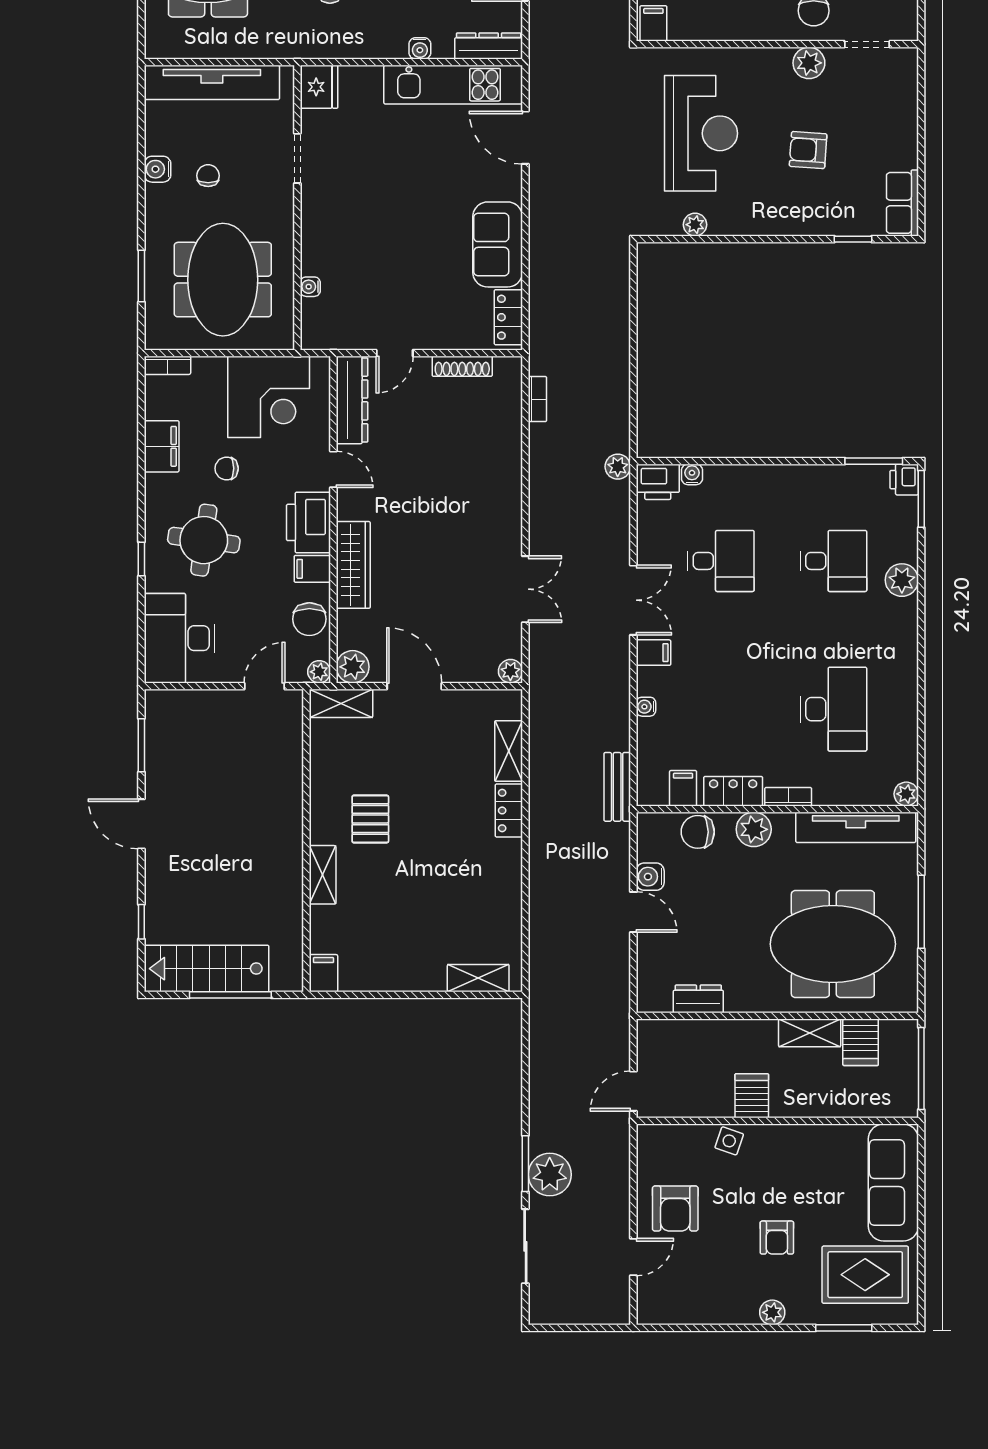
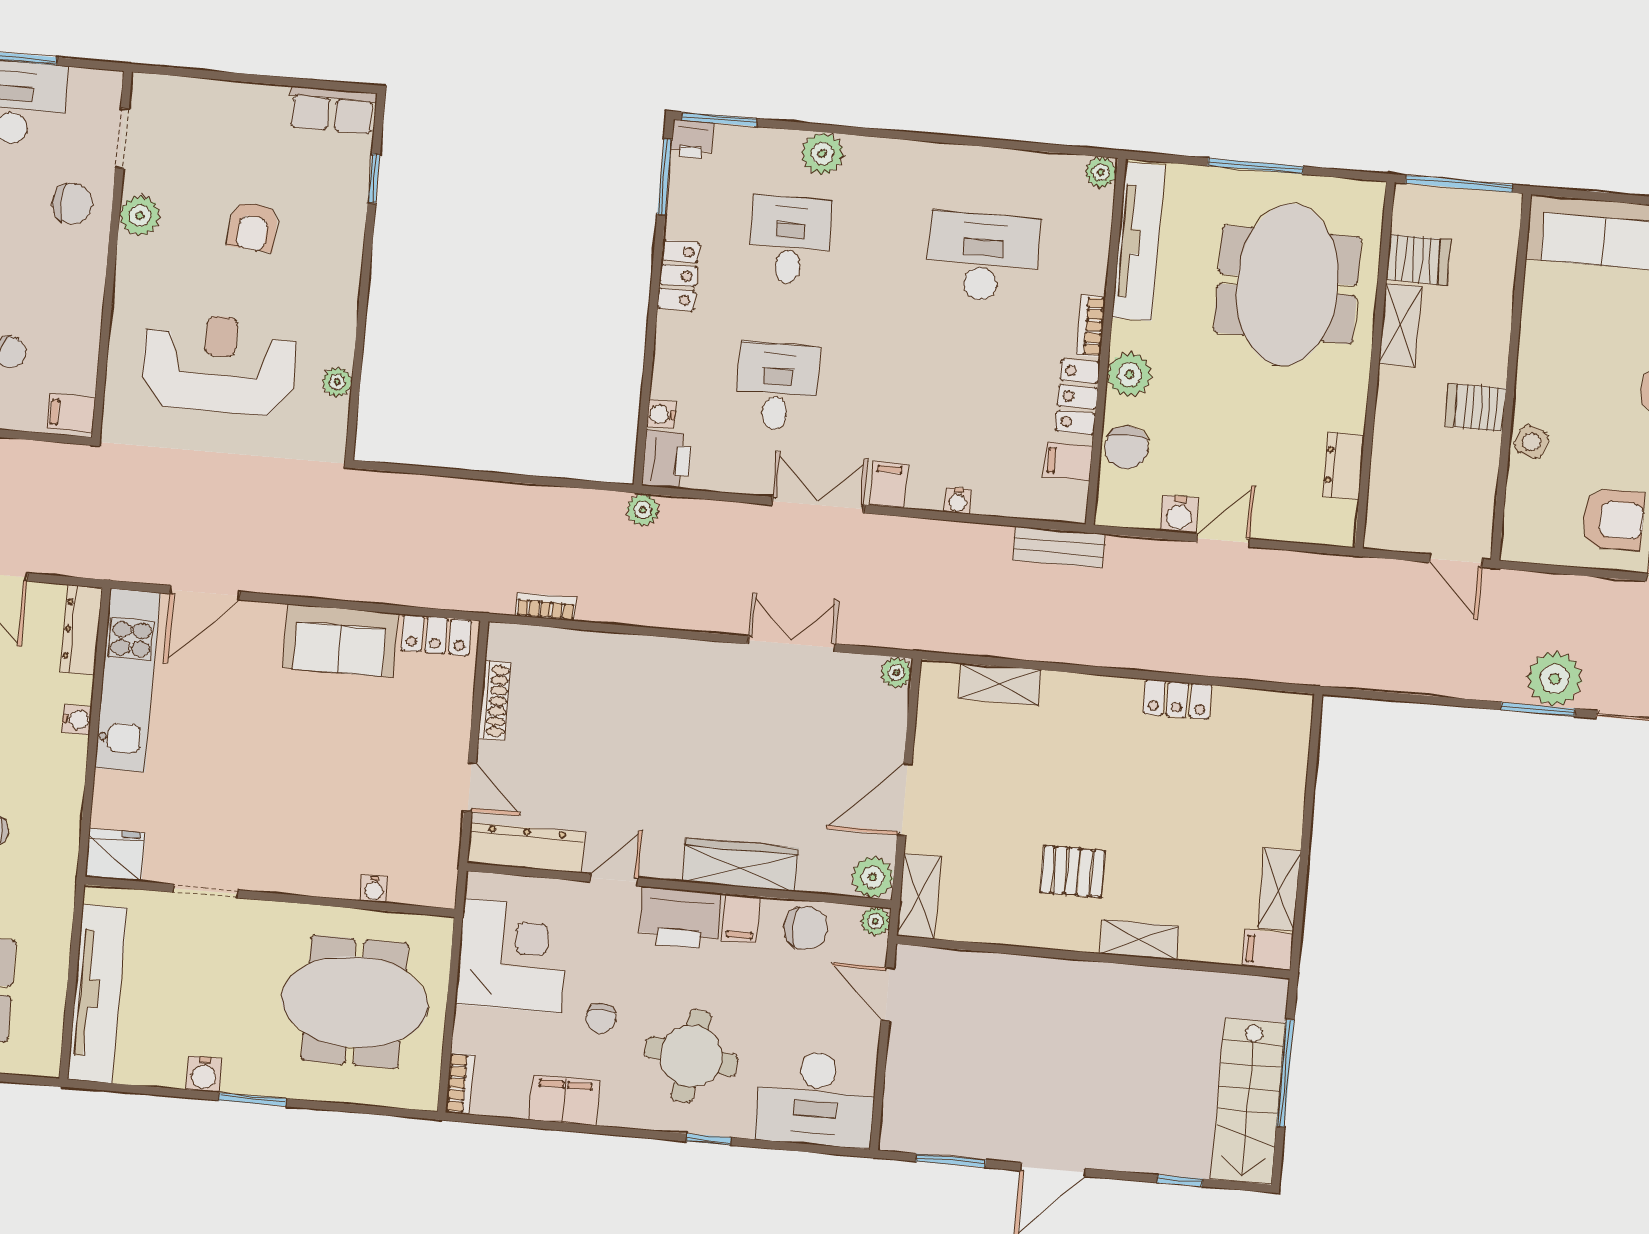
chair: (208, 176) -> (218, 1009), removed
window: (141, 276) -> (253, 1099), moved
locker: (799, 478) -> (678, 275), added
locker: (509, 810) -> (1177, 699), moved
shelving: (478, 978) -> (1279, 889), moved

